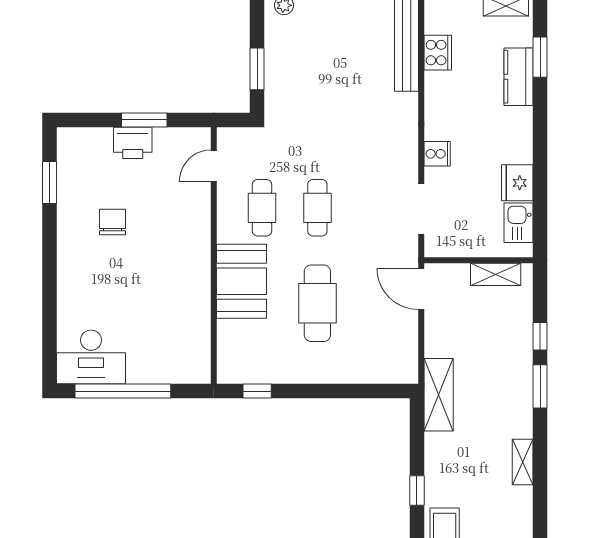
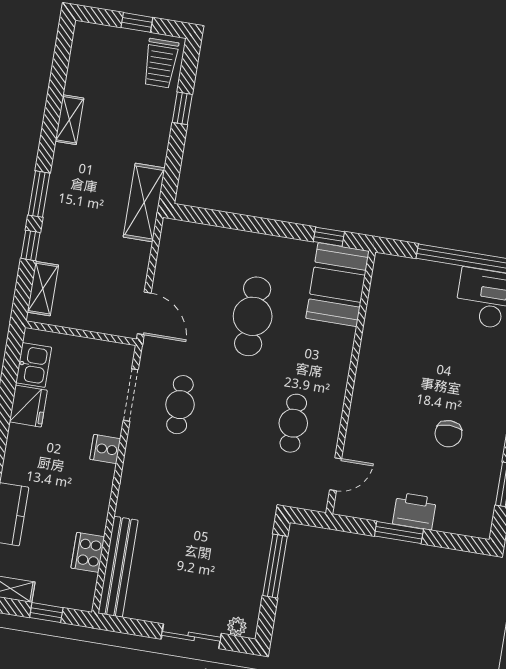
window: (257, 69) -> (275, 566), width x1.44
cafe table: (317, 208) -> (180, 405), moved
shelving: (496, 274) -> (43, 289), moved, turned 90
booth: (241, 281) -> (337, 285), moved

